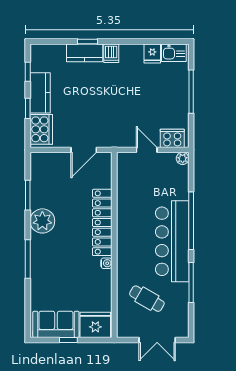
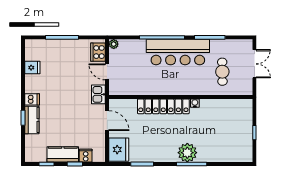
kitchen sink: (174, 53) -> (98, 94), moved, turned 180
cooker: (41, 129) -> (86, 156), width x0.53, depth x0.76
door: (147, 150) -> (107, 72), hinge flipped
plant: (42, 221) -> (187, 153), moved
cafe table: (147, 299) -> (222, 72), turned -31
sofa: (56, 324) -> (242, 142), removed
fridge: (95, 325) -> (119, 150), moved, turned 180

